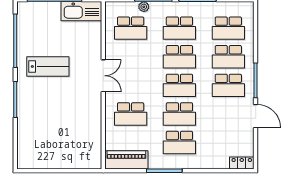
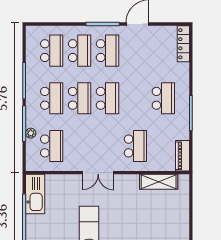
double door: (103, 76) -> (98, 173), swing flipped
school desk: (179, 114) -> (135, 98), removed
shelving: (94, 138) -> (159, 182), added
piano: (126, 160) -> (183, 156), width x0.73, depth x0.75
locker: (242, 163) -> (183, 44), width x1.53

